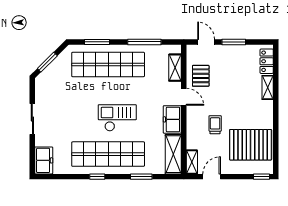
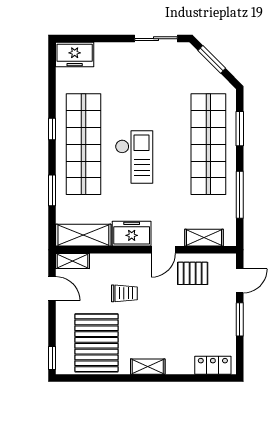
shelving: (268, 87) -> (148, 367), moved
sliding door: (32, 119) -> (156, 39), moved

